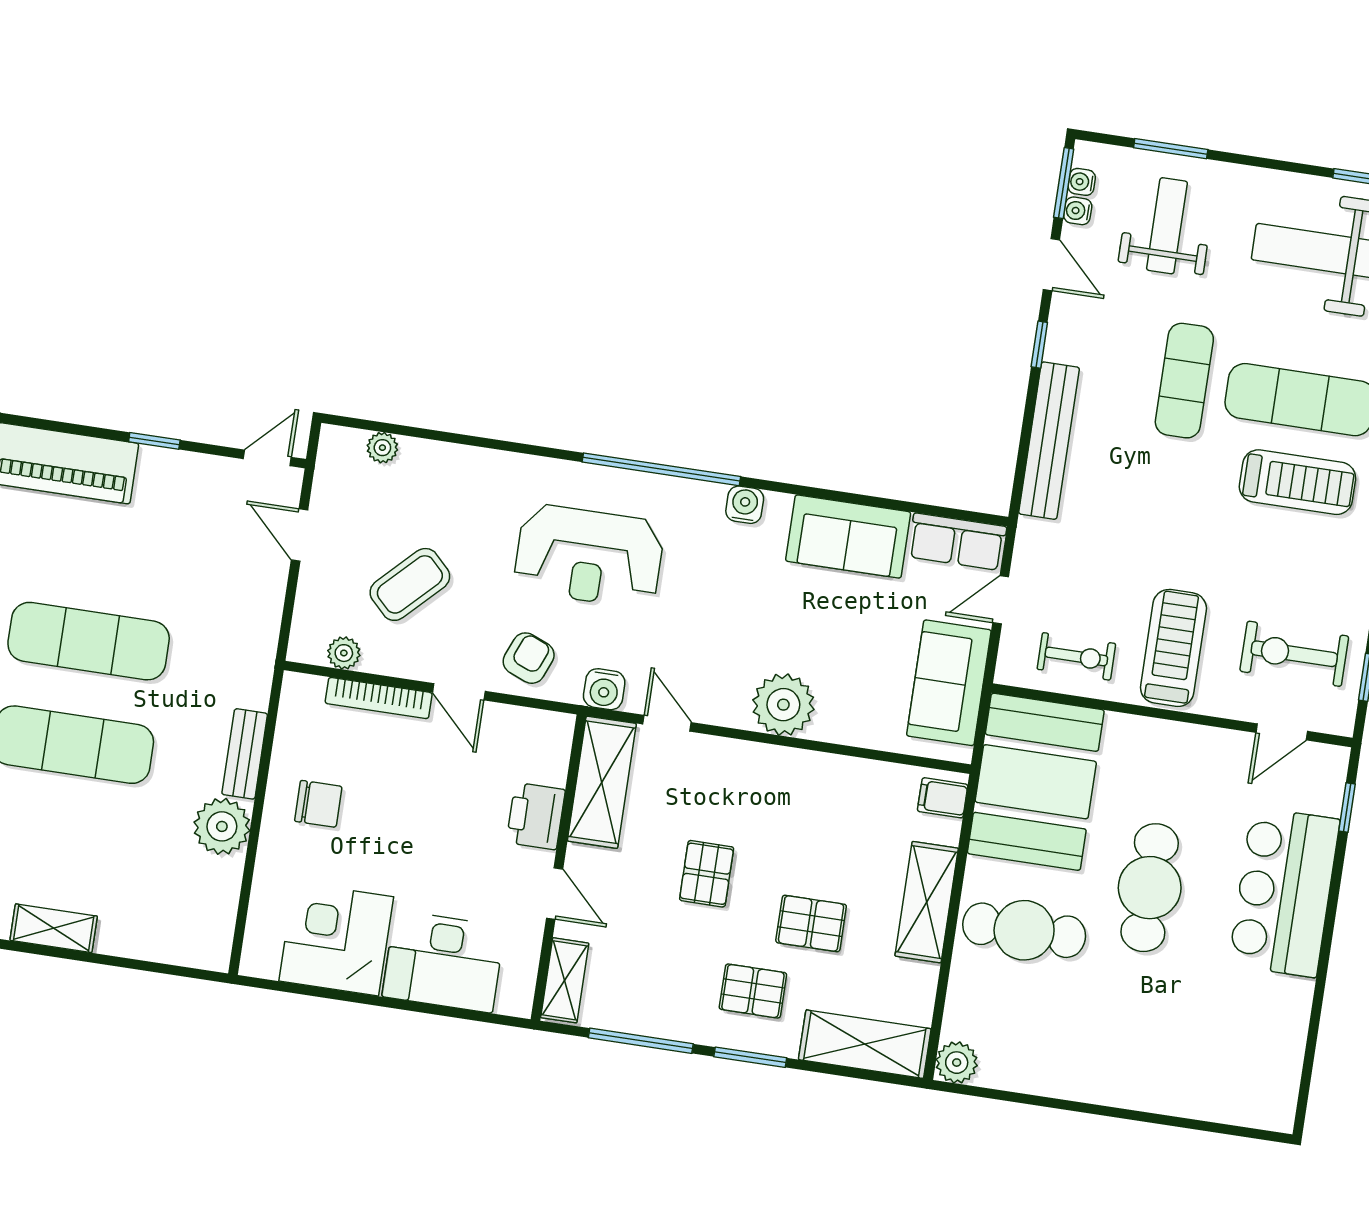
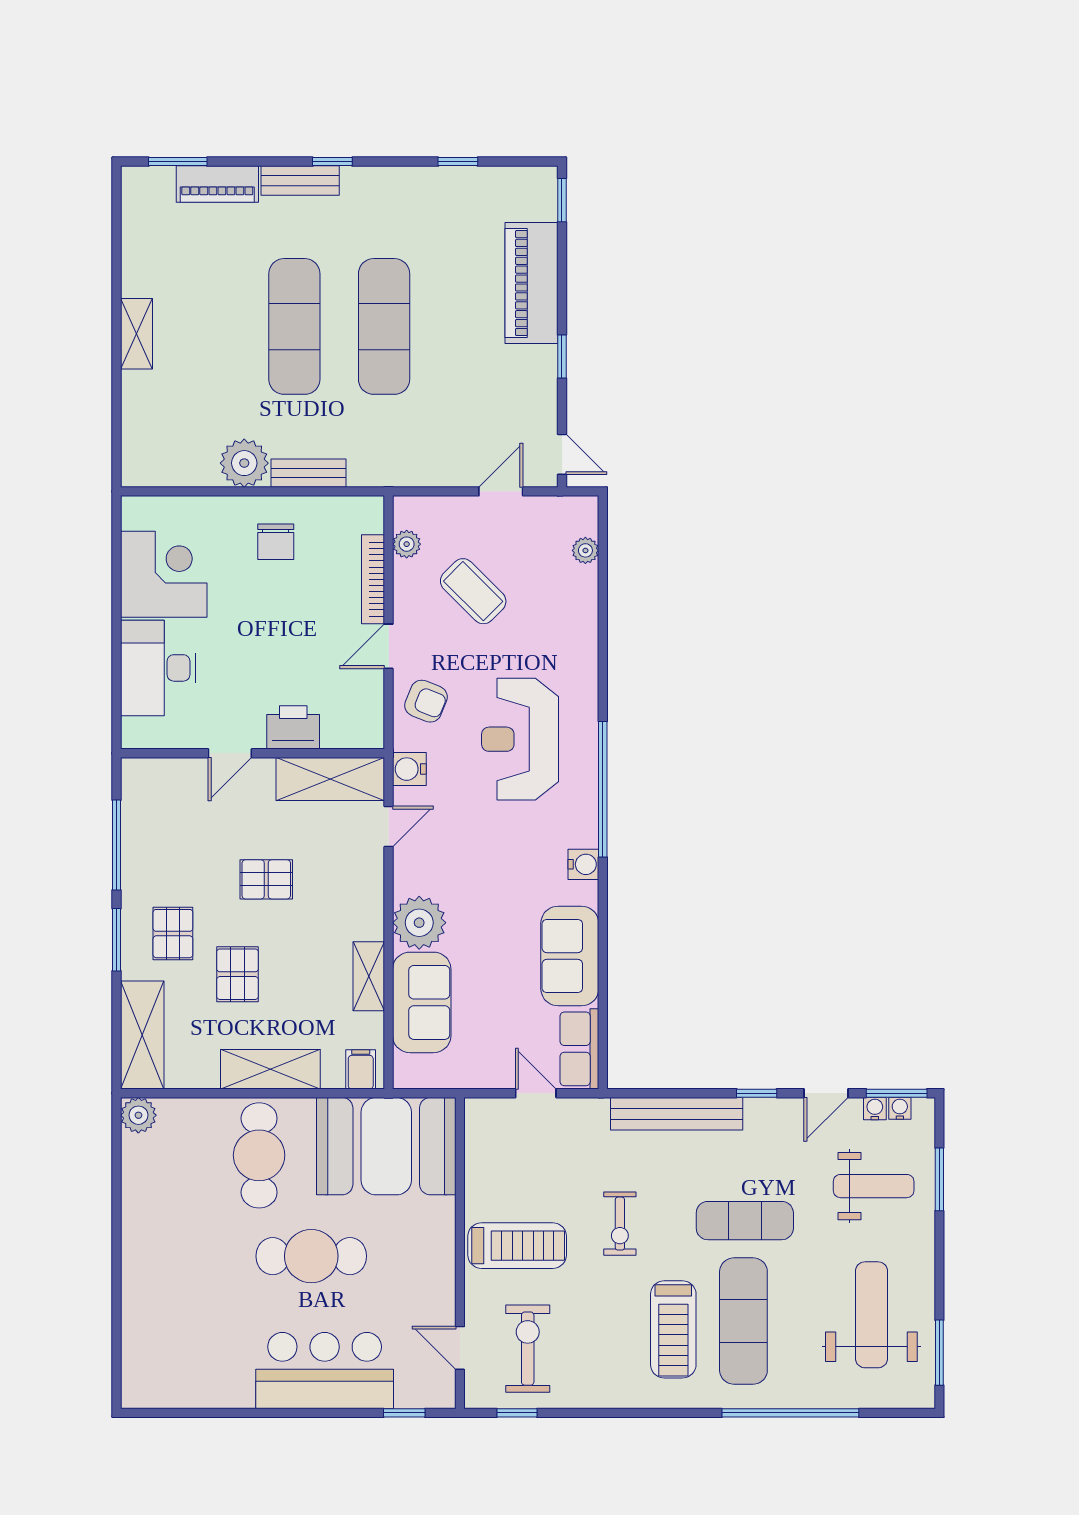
exercise bike: (1076, 656) -> (620, 1224), moved
sofa: (949, 683) -> (422, 1002), moved, turned 90
shelving: (565, 980) -> (369, 976), moved, turned 90

